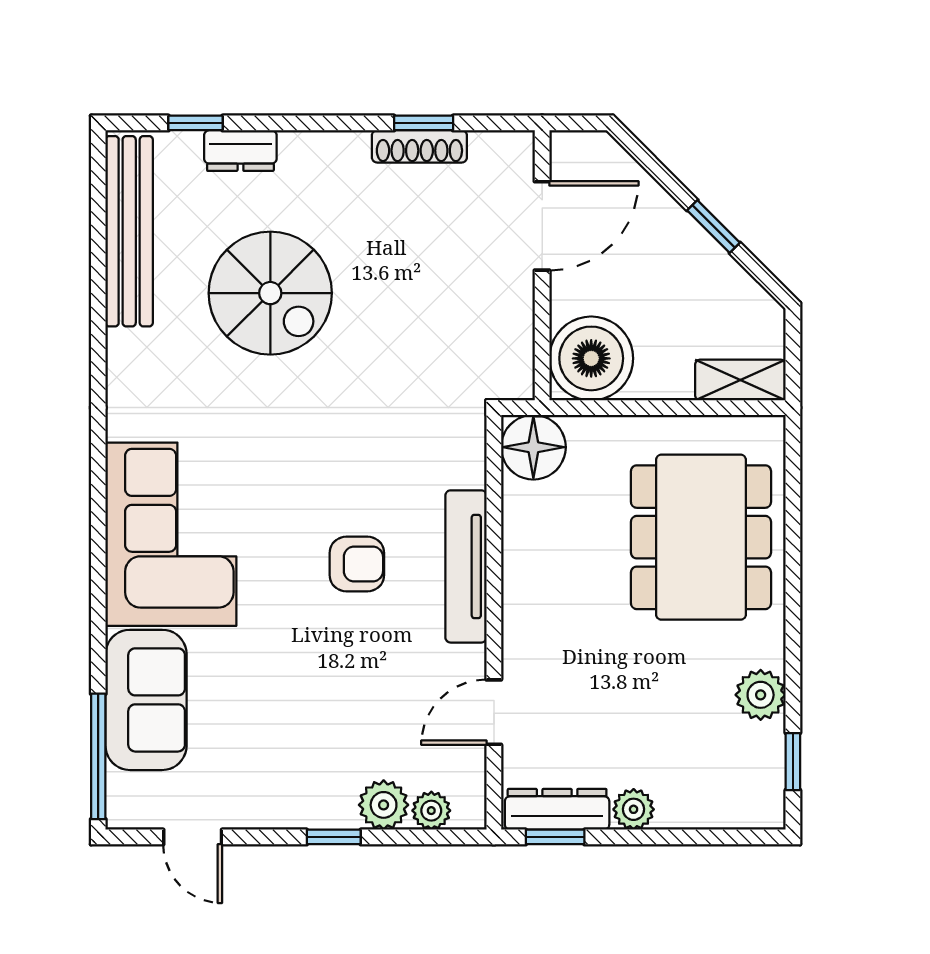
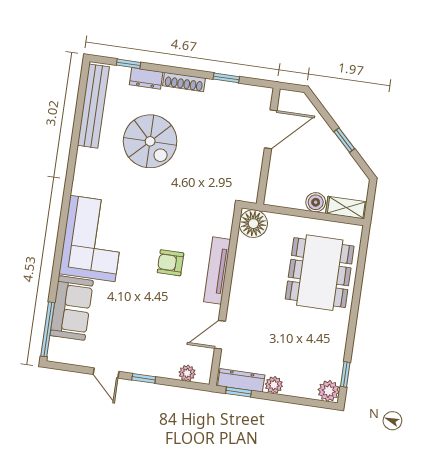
shoe rack: (419, 146) -> (184, 82), moved
boiler: (591, 358) -> (316, 202), moved, width x0.54, depth x0.54
armchair: (357, 564) -> (170, 263), turned 180
plant: (761, 695) -> (329, 391), moved
plant: (384, 805) -> (167, 368), removed
door: (193, 837) -> (106, 373), moved

